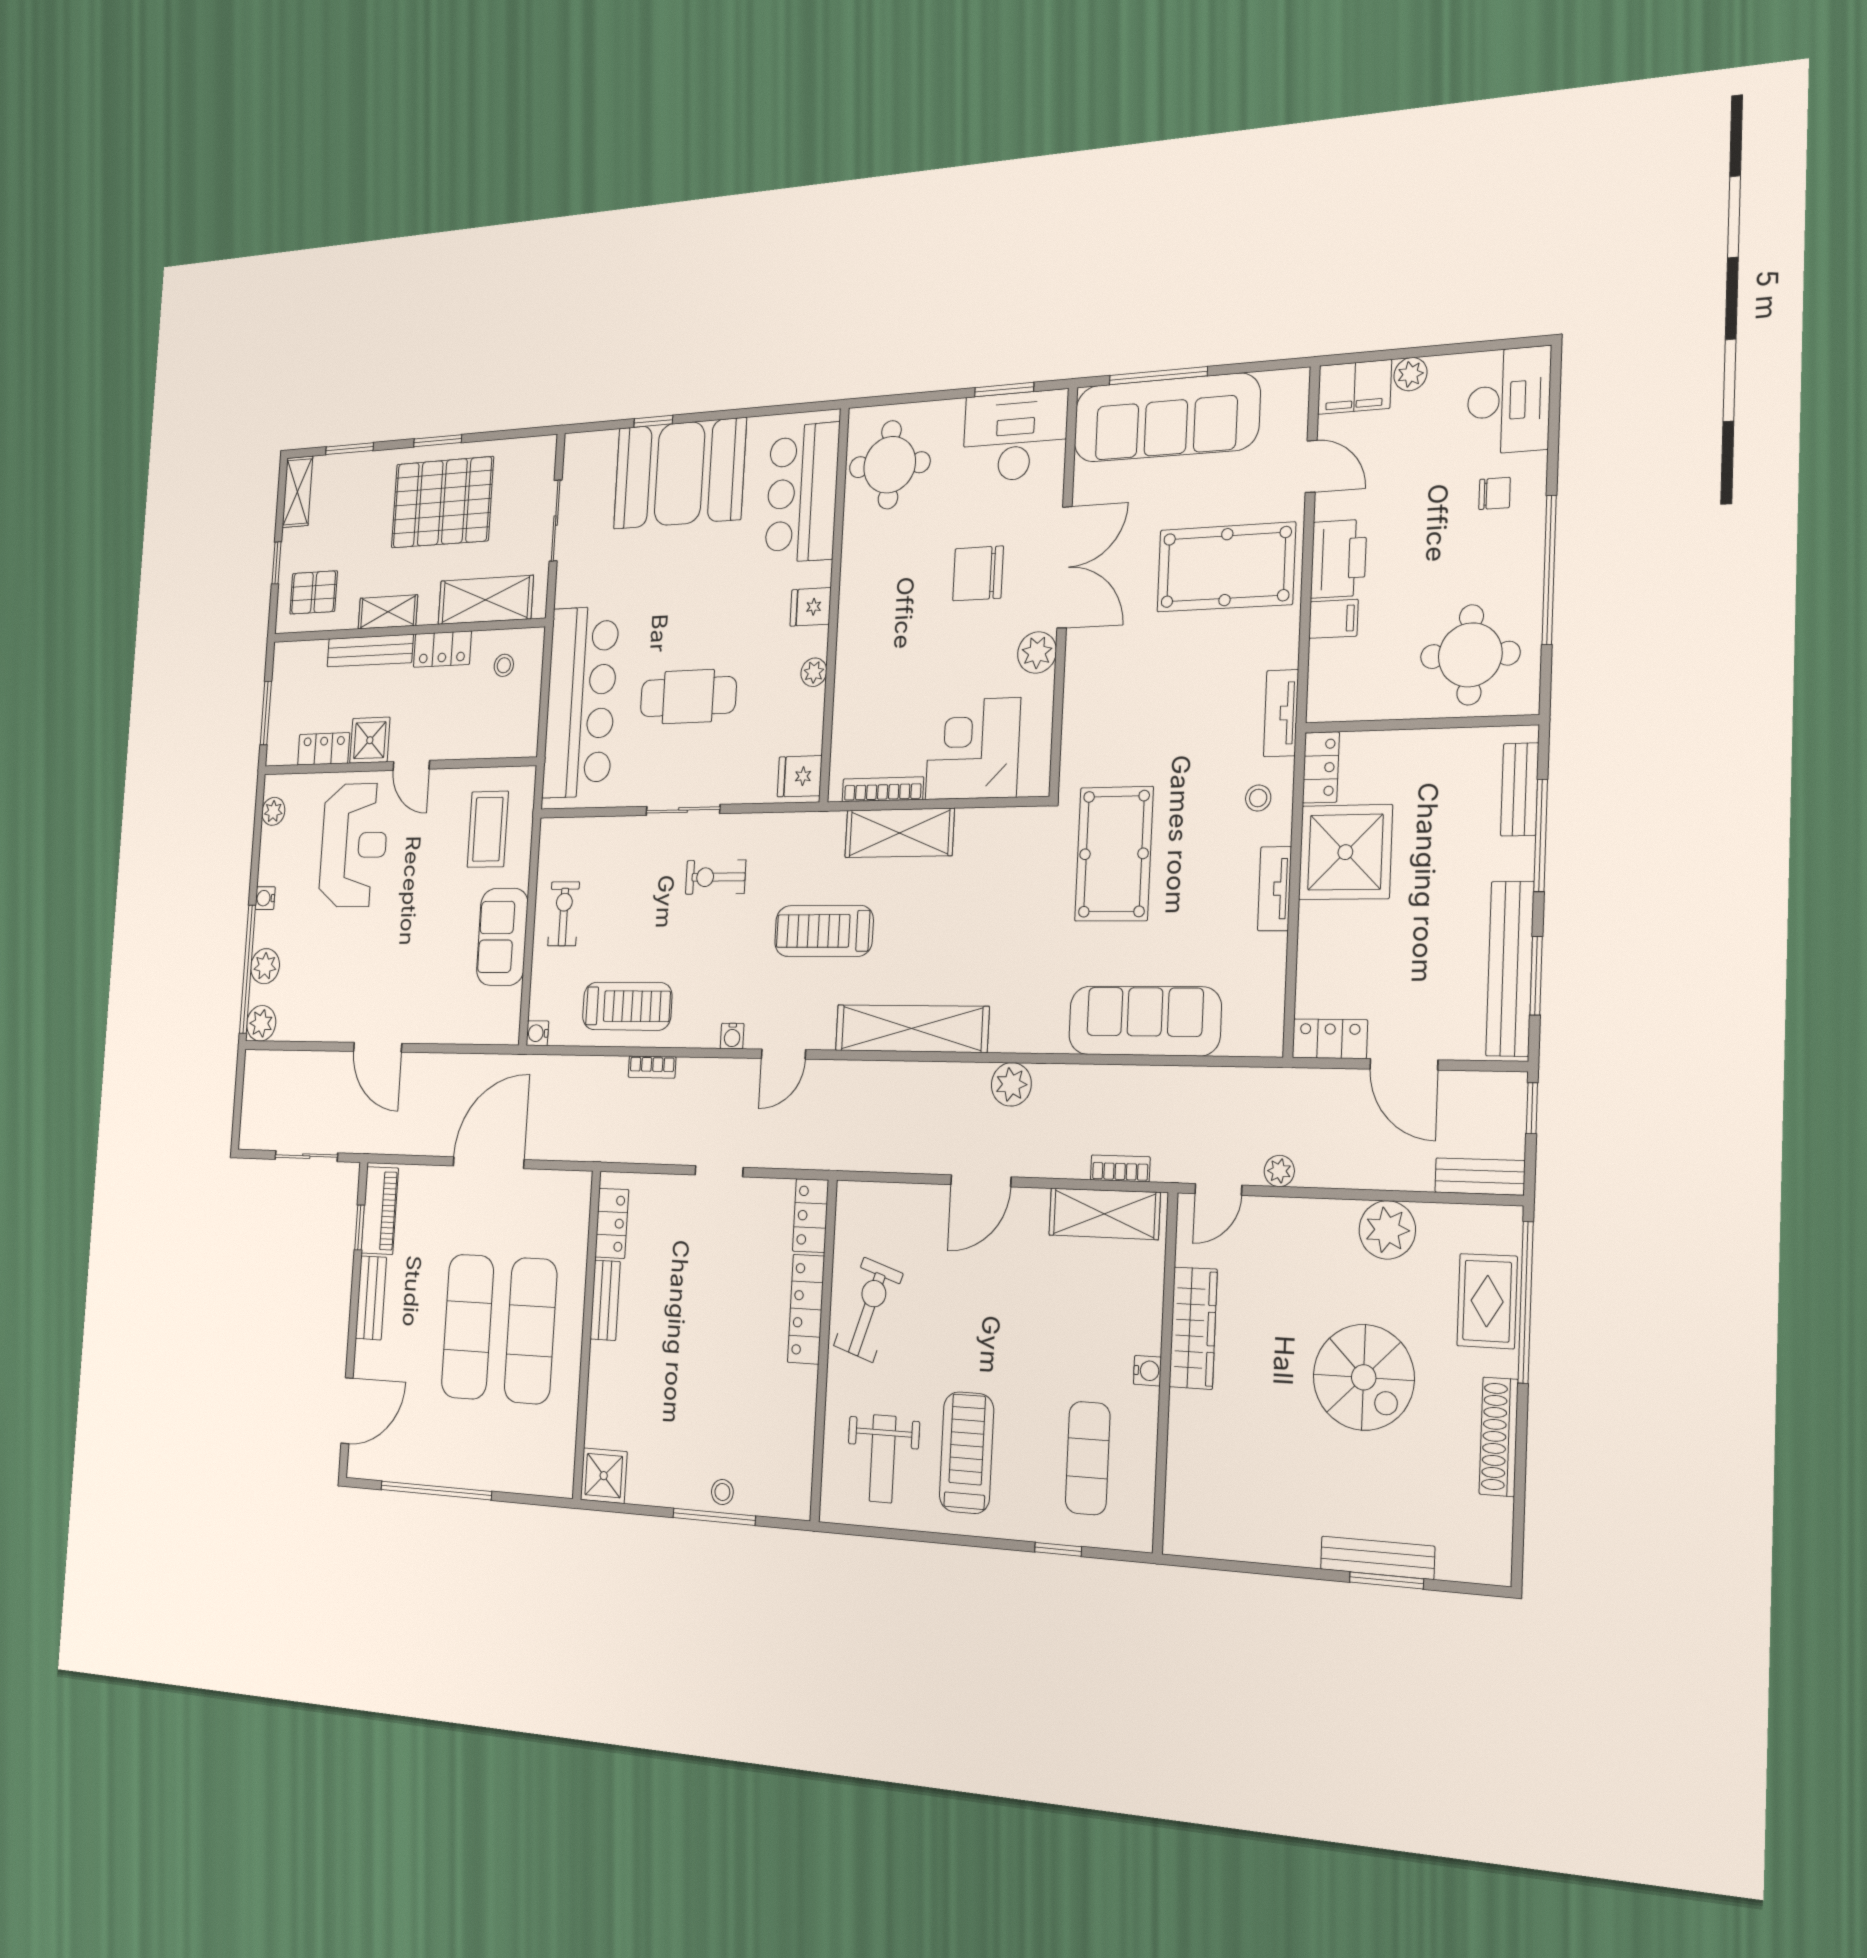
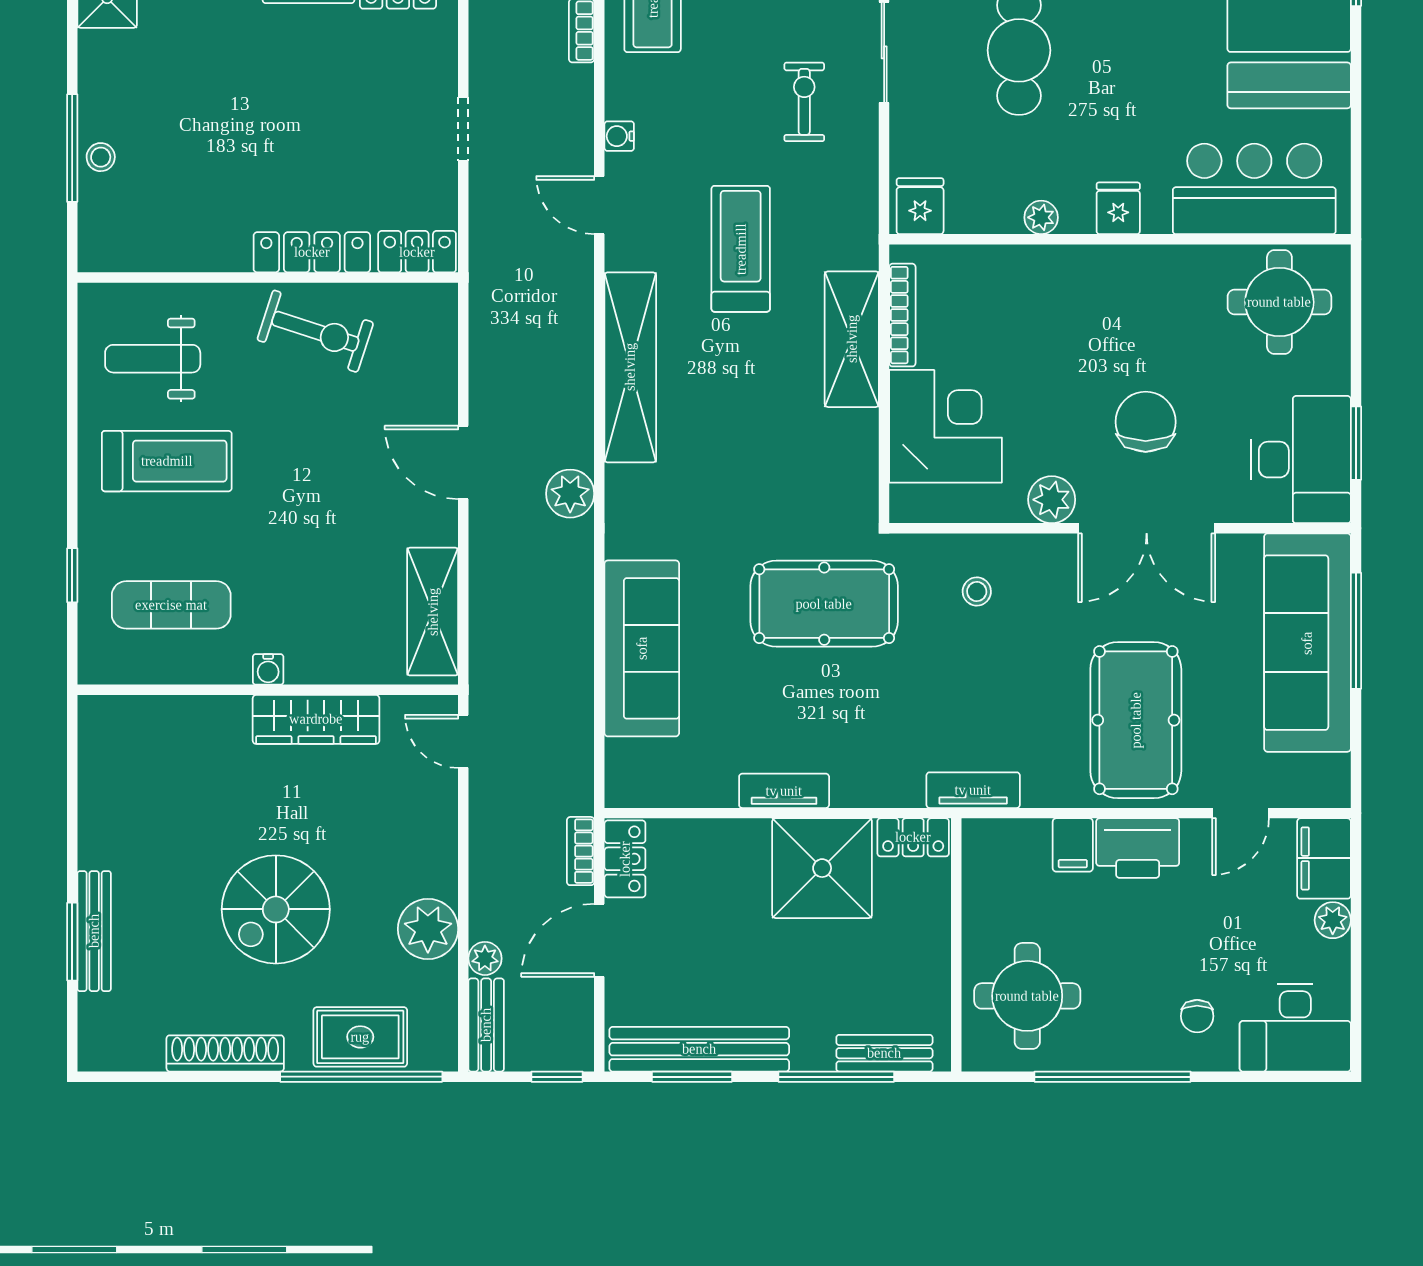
stool: (1258, 798) -> (977, 592), moved
bookcase: (1120, 1168) -> (581, 851), moved, turned 180
plant: (1279, 1171) -> (485, 958), moved

